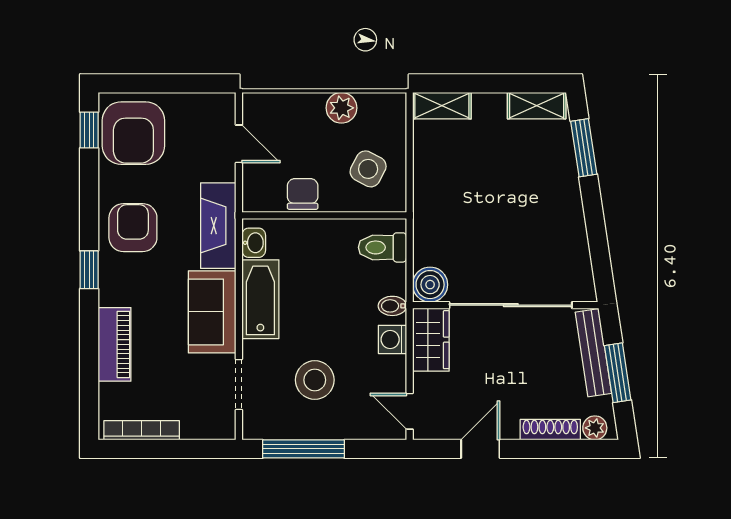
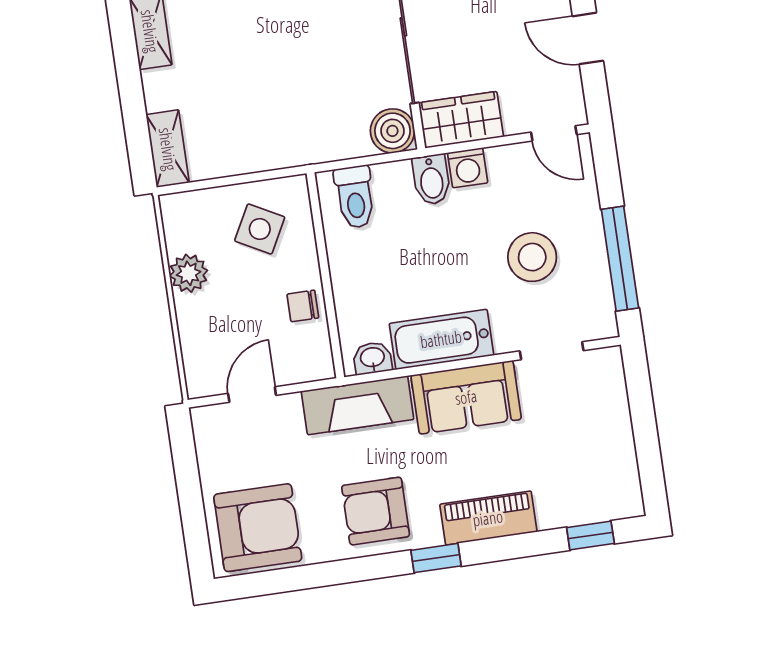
window: (89, 130) -> (590, 535), moved
chair: (303, 194) -> (303, 306), width x0.73, depth x0.73
bidet: (392, 306) -> (431, 180), width x1.38, depth x1.36
piano: (115, 344) -> (488, 518), moved
door: (410, 411) -> (554, 133), hinge flipped
bookcase: (142, 430) -> (626, 463), removed

